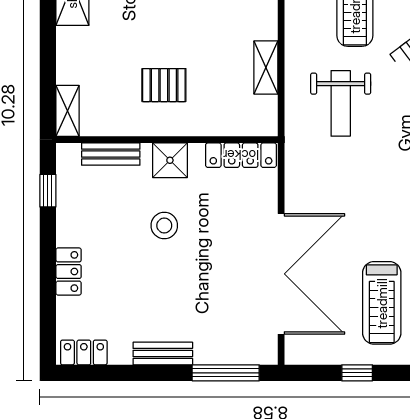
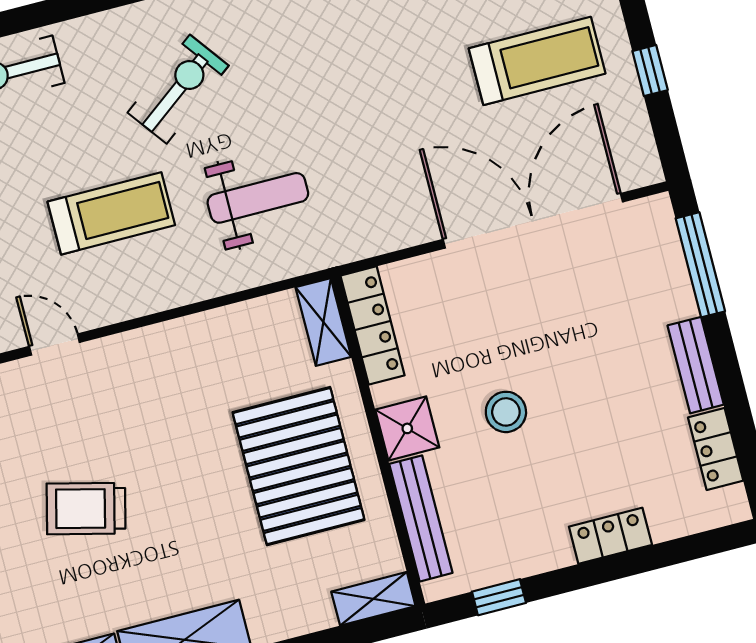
shelving: (266, 67) -> (323, 322), moved, turned 90
pallet: (164, 85) -> (299, 466), width x2.05, depth x2.00
bench: (111, 154) -> (421, 518), width x1.36
locker: (84, 352) -> (716, 449), moved

